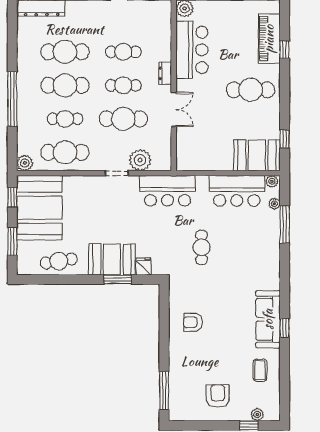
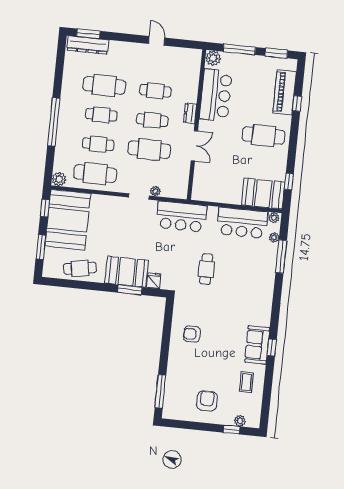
cafe table: (65, 85) -> (101, 115), width x0.73, depth x0.74
plant: (140, 160) -> (155, 191), width x0.53, depth x0.53
sofa: (268, 319) -> (257, 345), width x0.73

